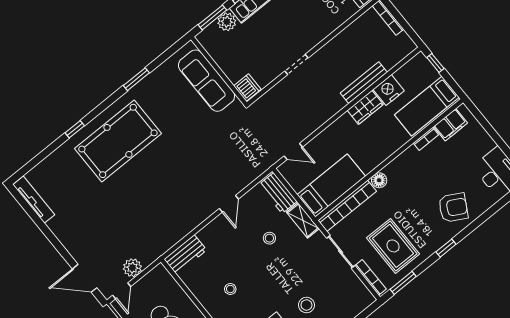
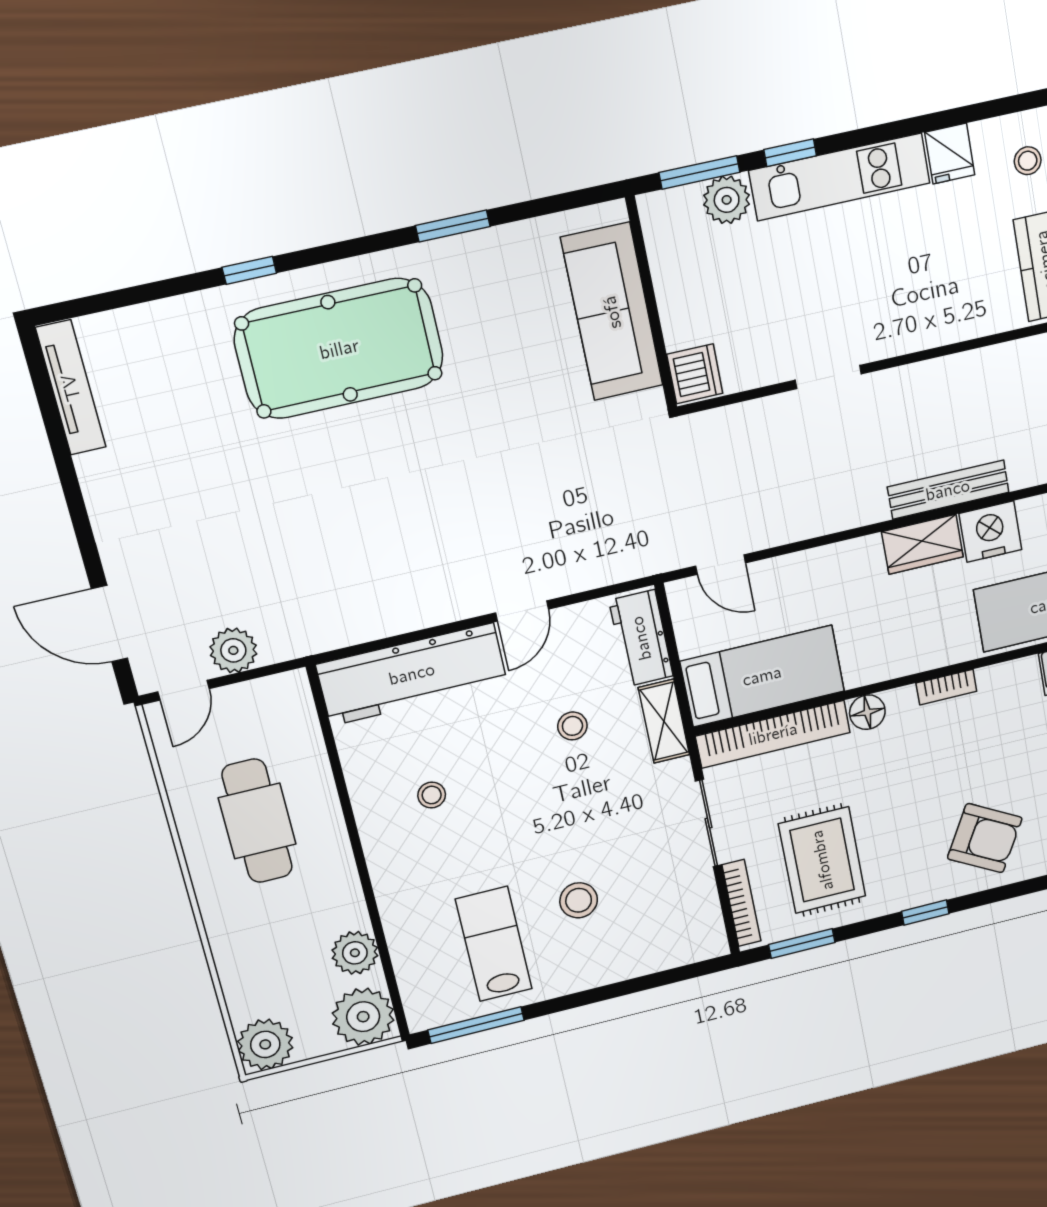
bookcase: (426, 139) -> (946, 687), moved
workbench: (185, 255) -> (412, 674), width x1.88, depth x1.32

